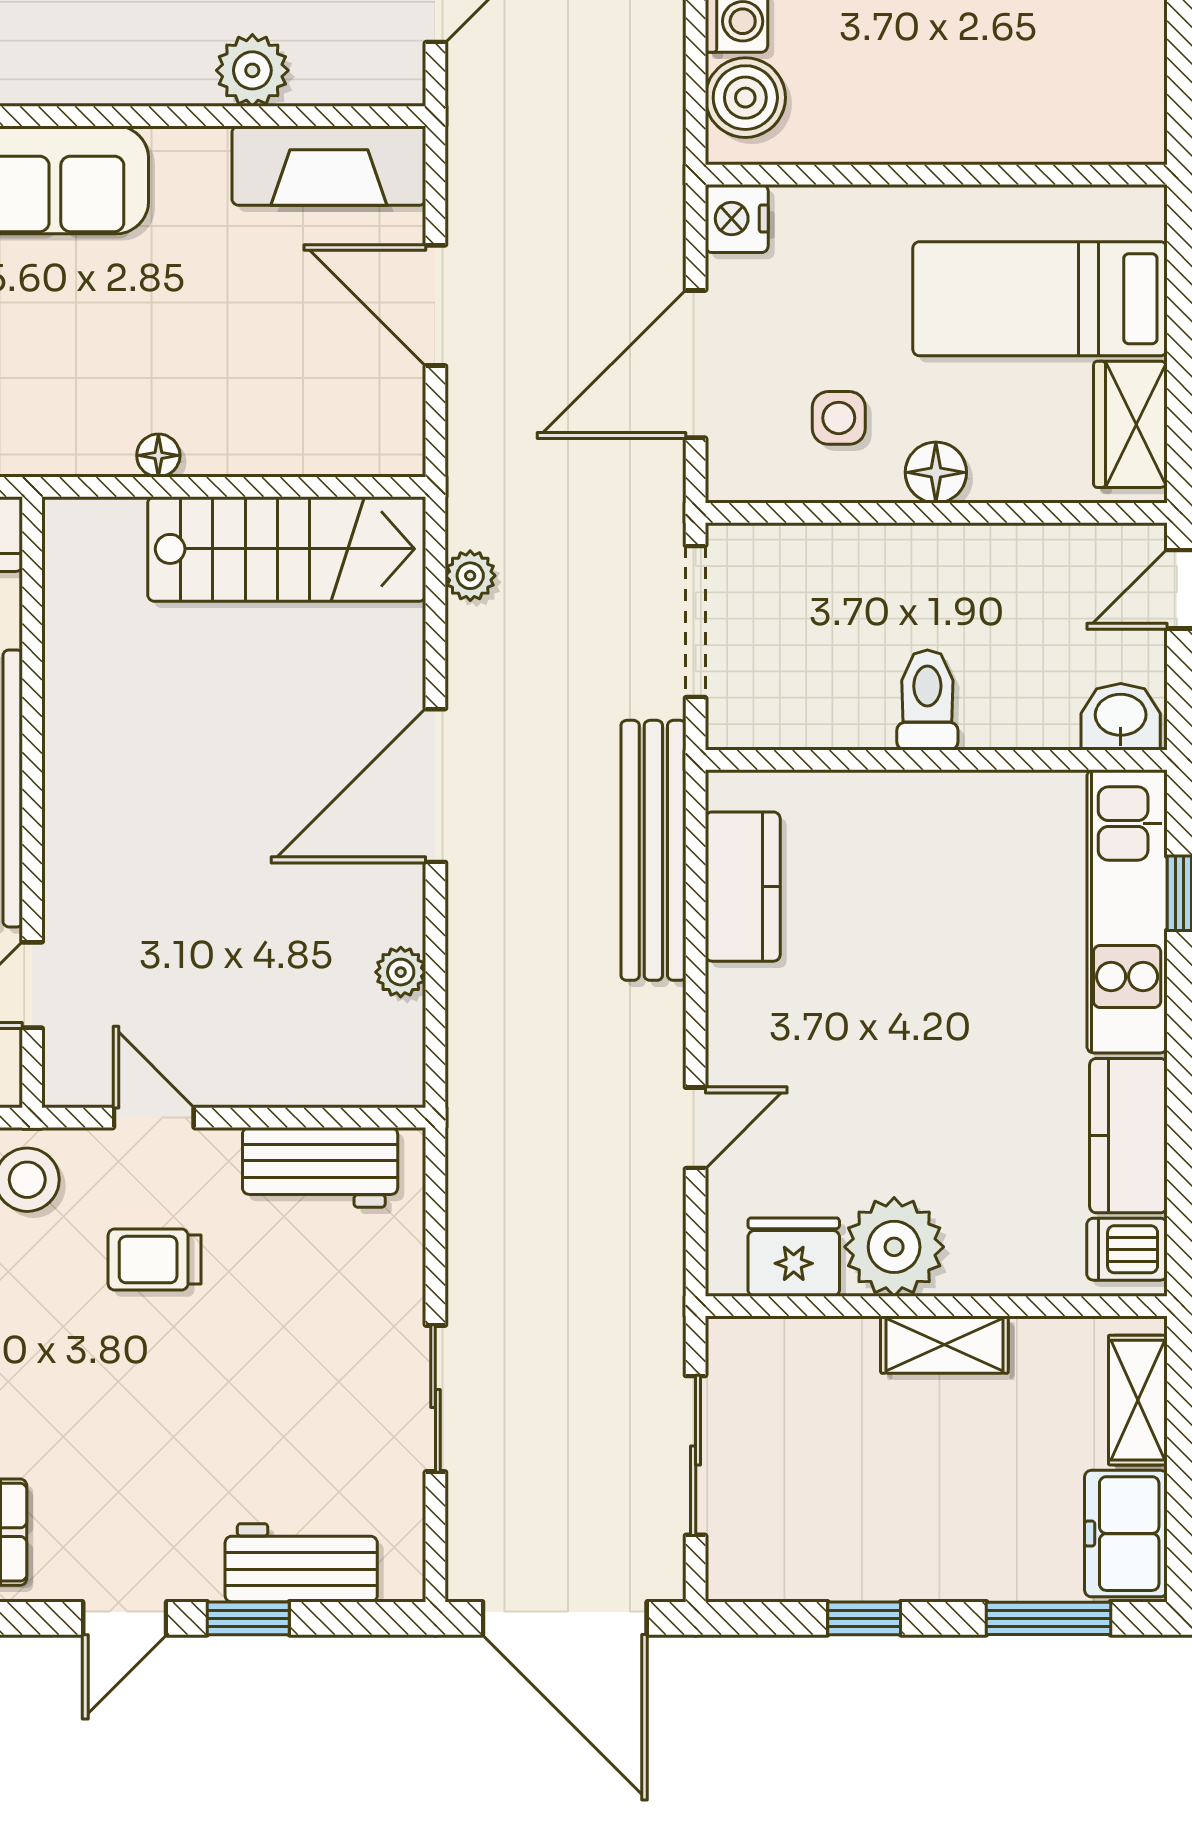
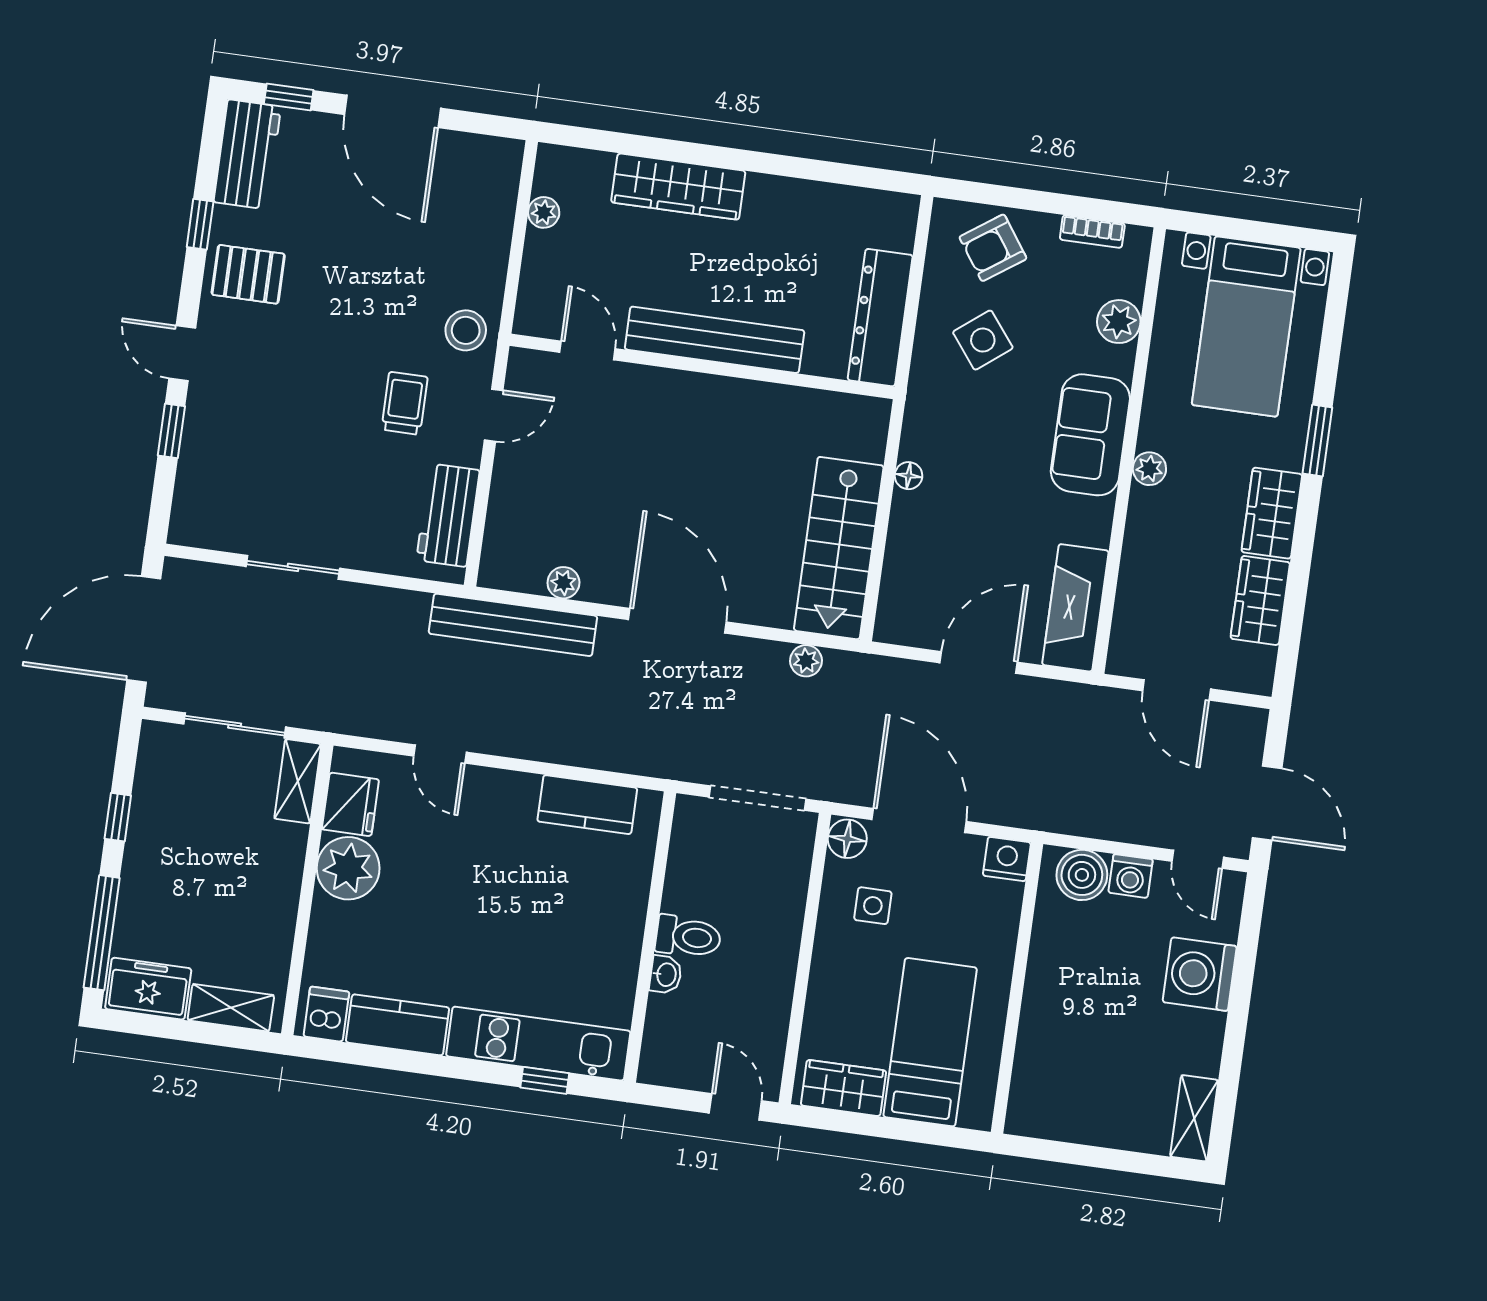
plant: (252, 70) -> (1149, 469), moved, width x0.73, depth x0.73
floor lamp: (936, 472) -> (847, 839), moved
washbasin: (1121, 717) -> (666, 975), moved, width x0.72, depth x0.69
bench: (653, 850) -> (513, 625), moved
shelving: (944, 1345) -> (298, 781), moved
workbench: (301, 1563) -> (202, 469), removed
window: (1048, 1618) -> (102, 933), width x1.44

